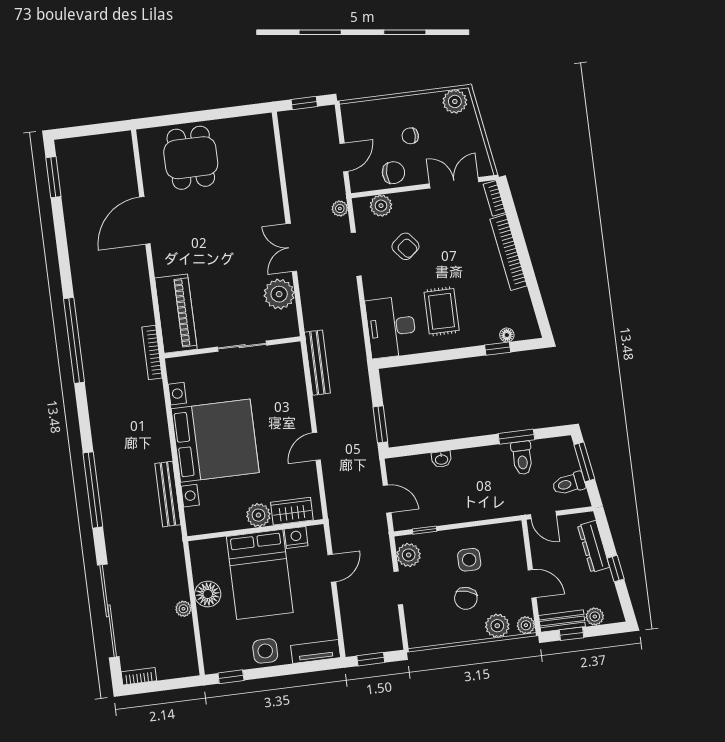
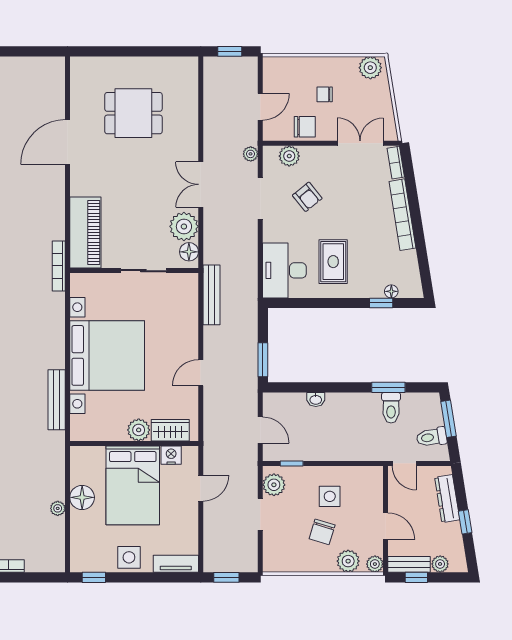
dining table: (191, 158) -> (133, 113), moved, turned 90
floor lamp: (288, 320) -> (189, 252), added

